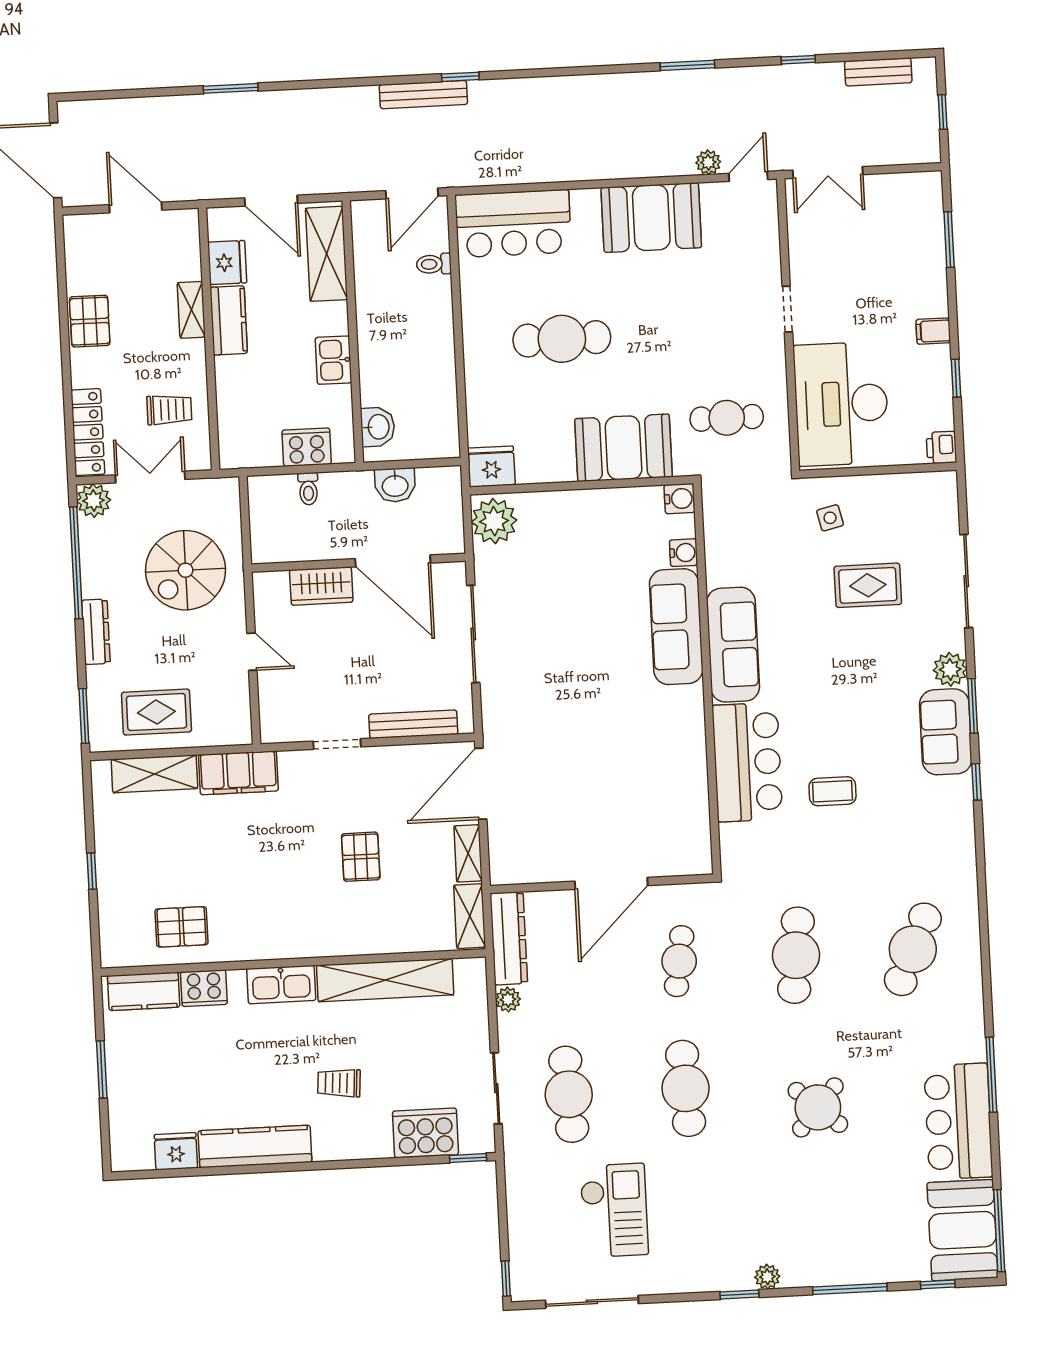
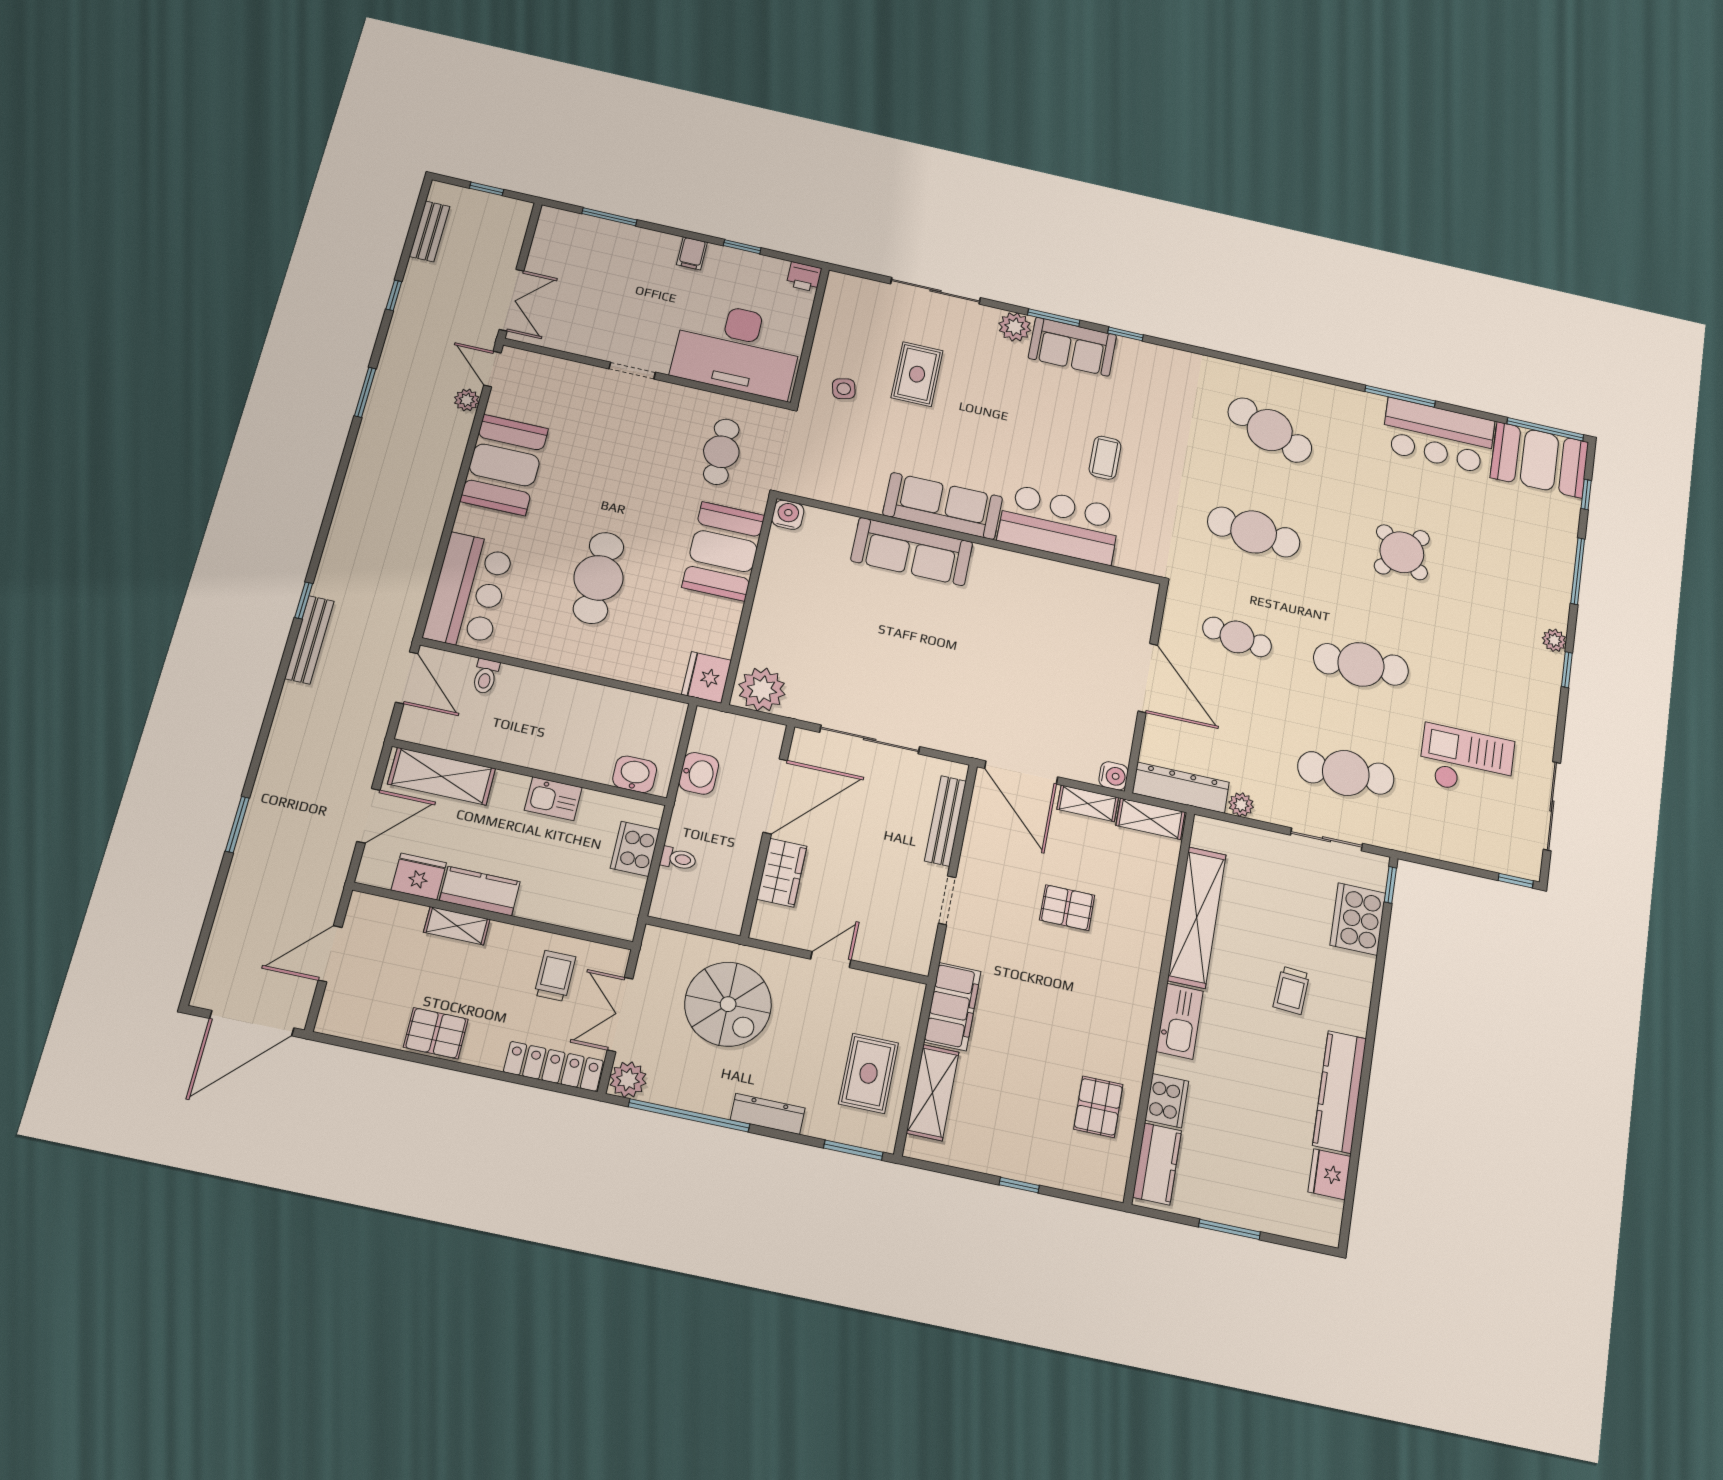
water cooler: (683, 553) -> (1113, 776), moved, turned 90

